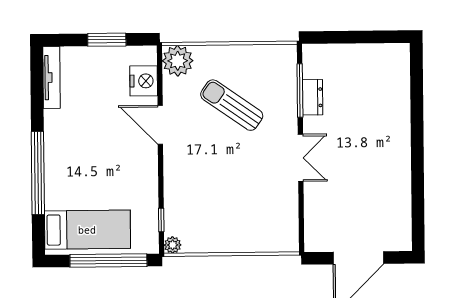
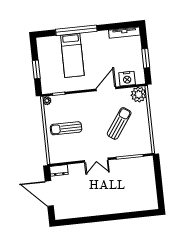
dresser: (313, 97) -> (59, 170), moved
sun lounger: (231, 212) -> (66, 128), added
bed: (87, 230) -> (72, 55), moved
window: (108, 260) -> (36, 69), width x0.47

